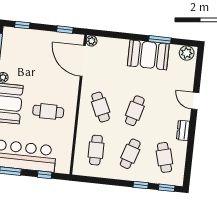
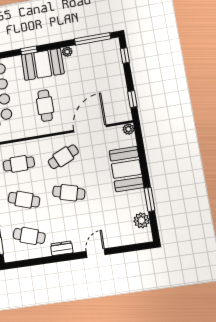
plant: (187, 53) -> (142, 220), moved
booth: (148, 55) -> (127, 169), moved
door: (83, 61) -> (90, 129), moved
cafe table: (164, 157) -> (29, 236), turned 33

